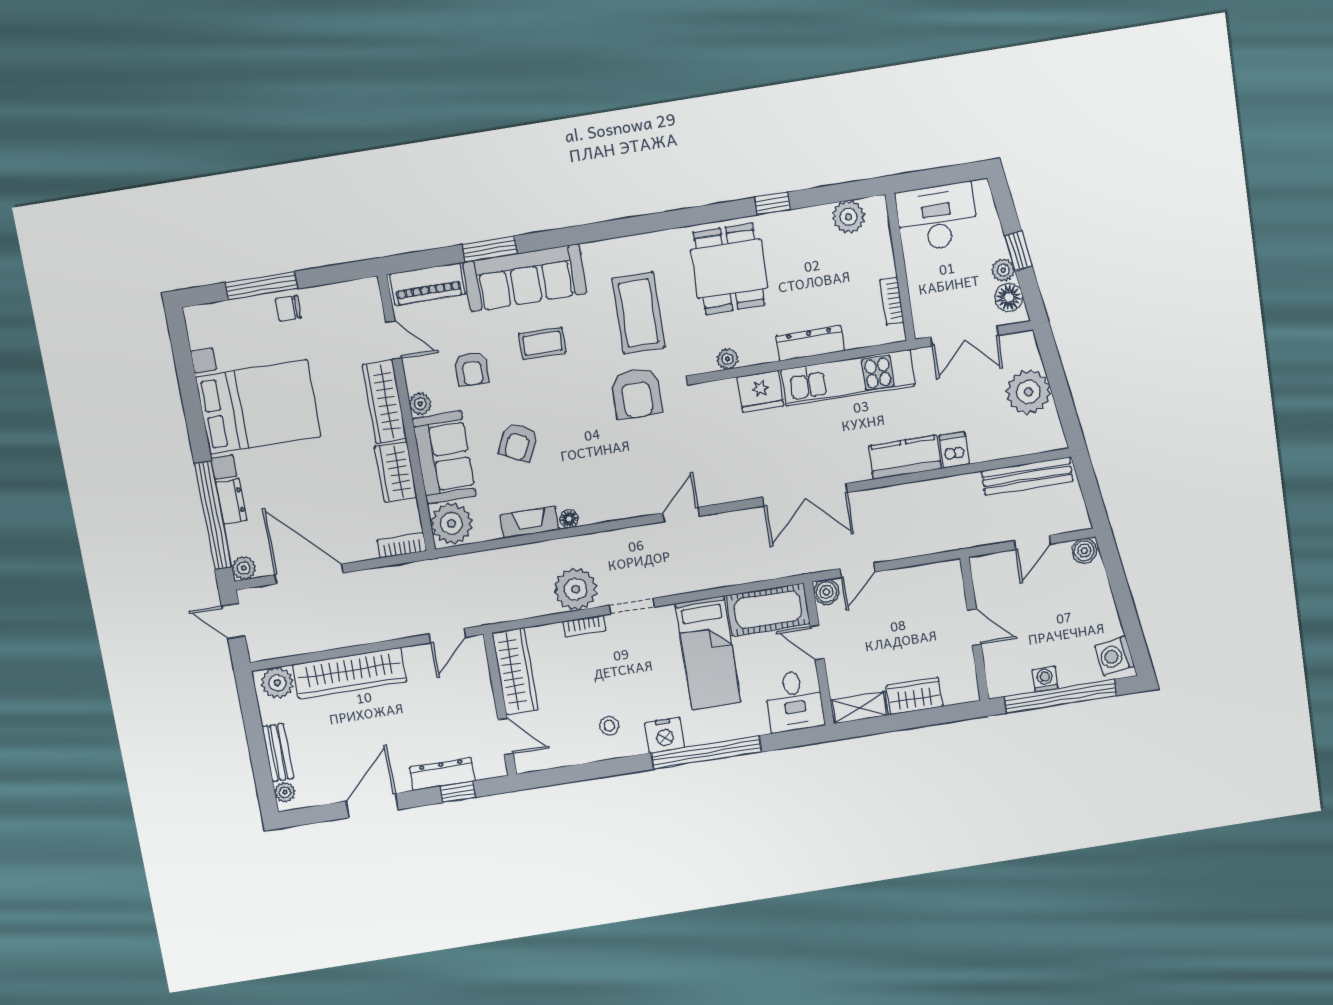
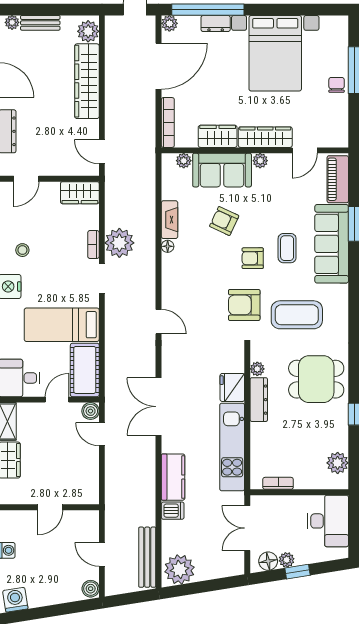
dresser: (810, 343) -> (259, 400), moved
armchair: (472, 369) -> (253, 258), moved
plant: (1028, 392) -> (179, 569), moved
plant: (451, 524) -> (184, 161), width x0.53, depth x0.53
bookcase: (402, 545) -> (168, 123), width x1.56
wardrobe: (515, 671) -> (80, 193), width x0.67

